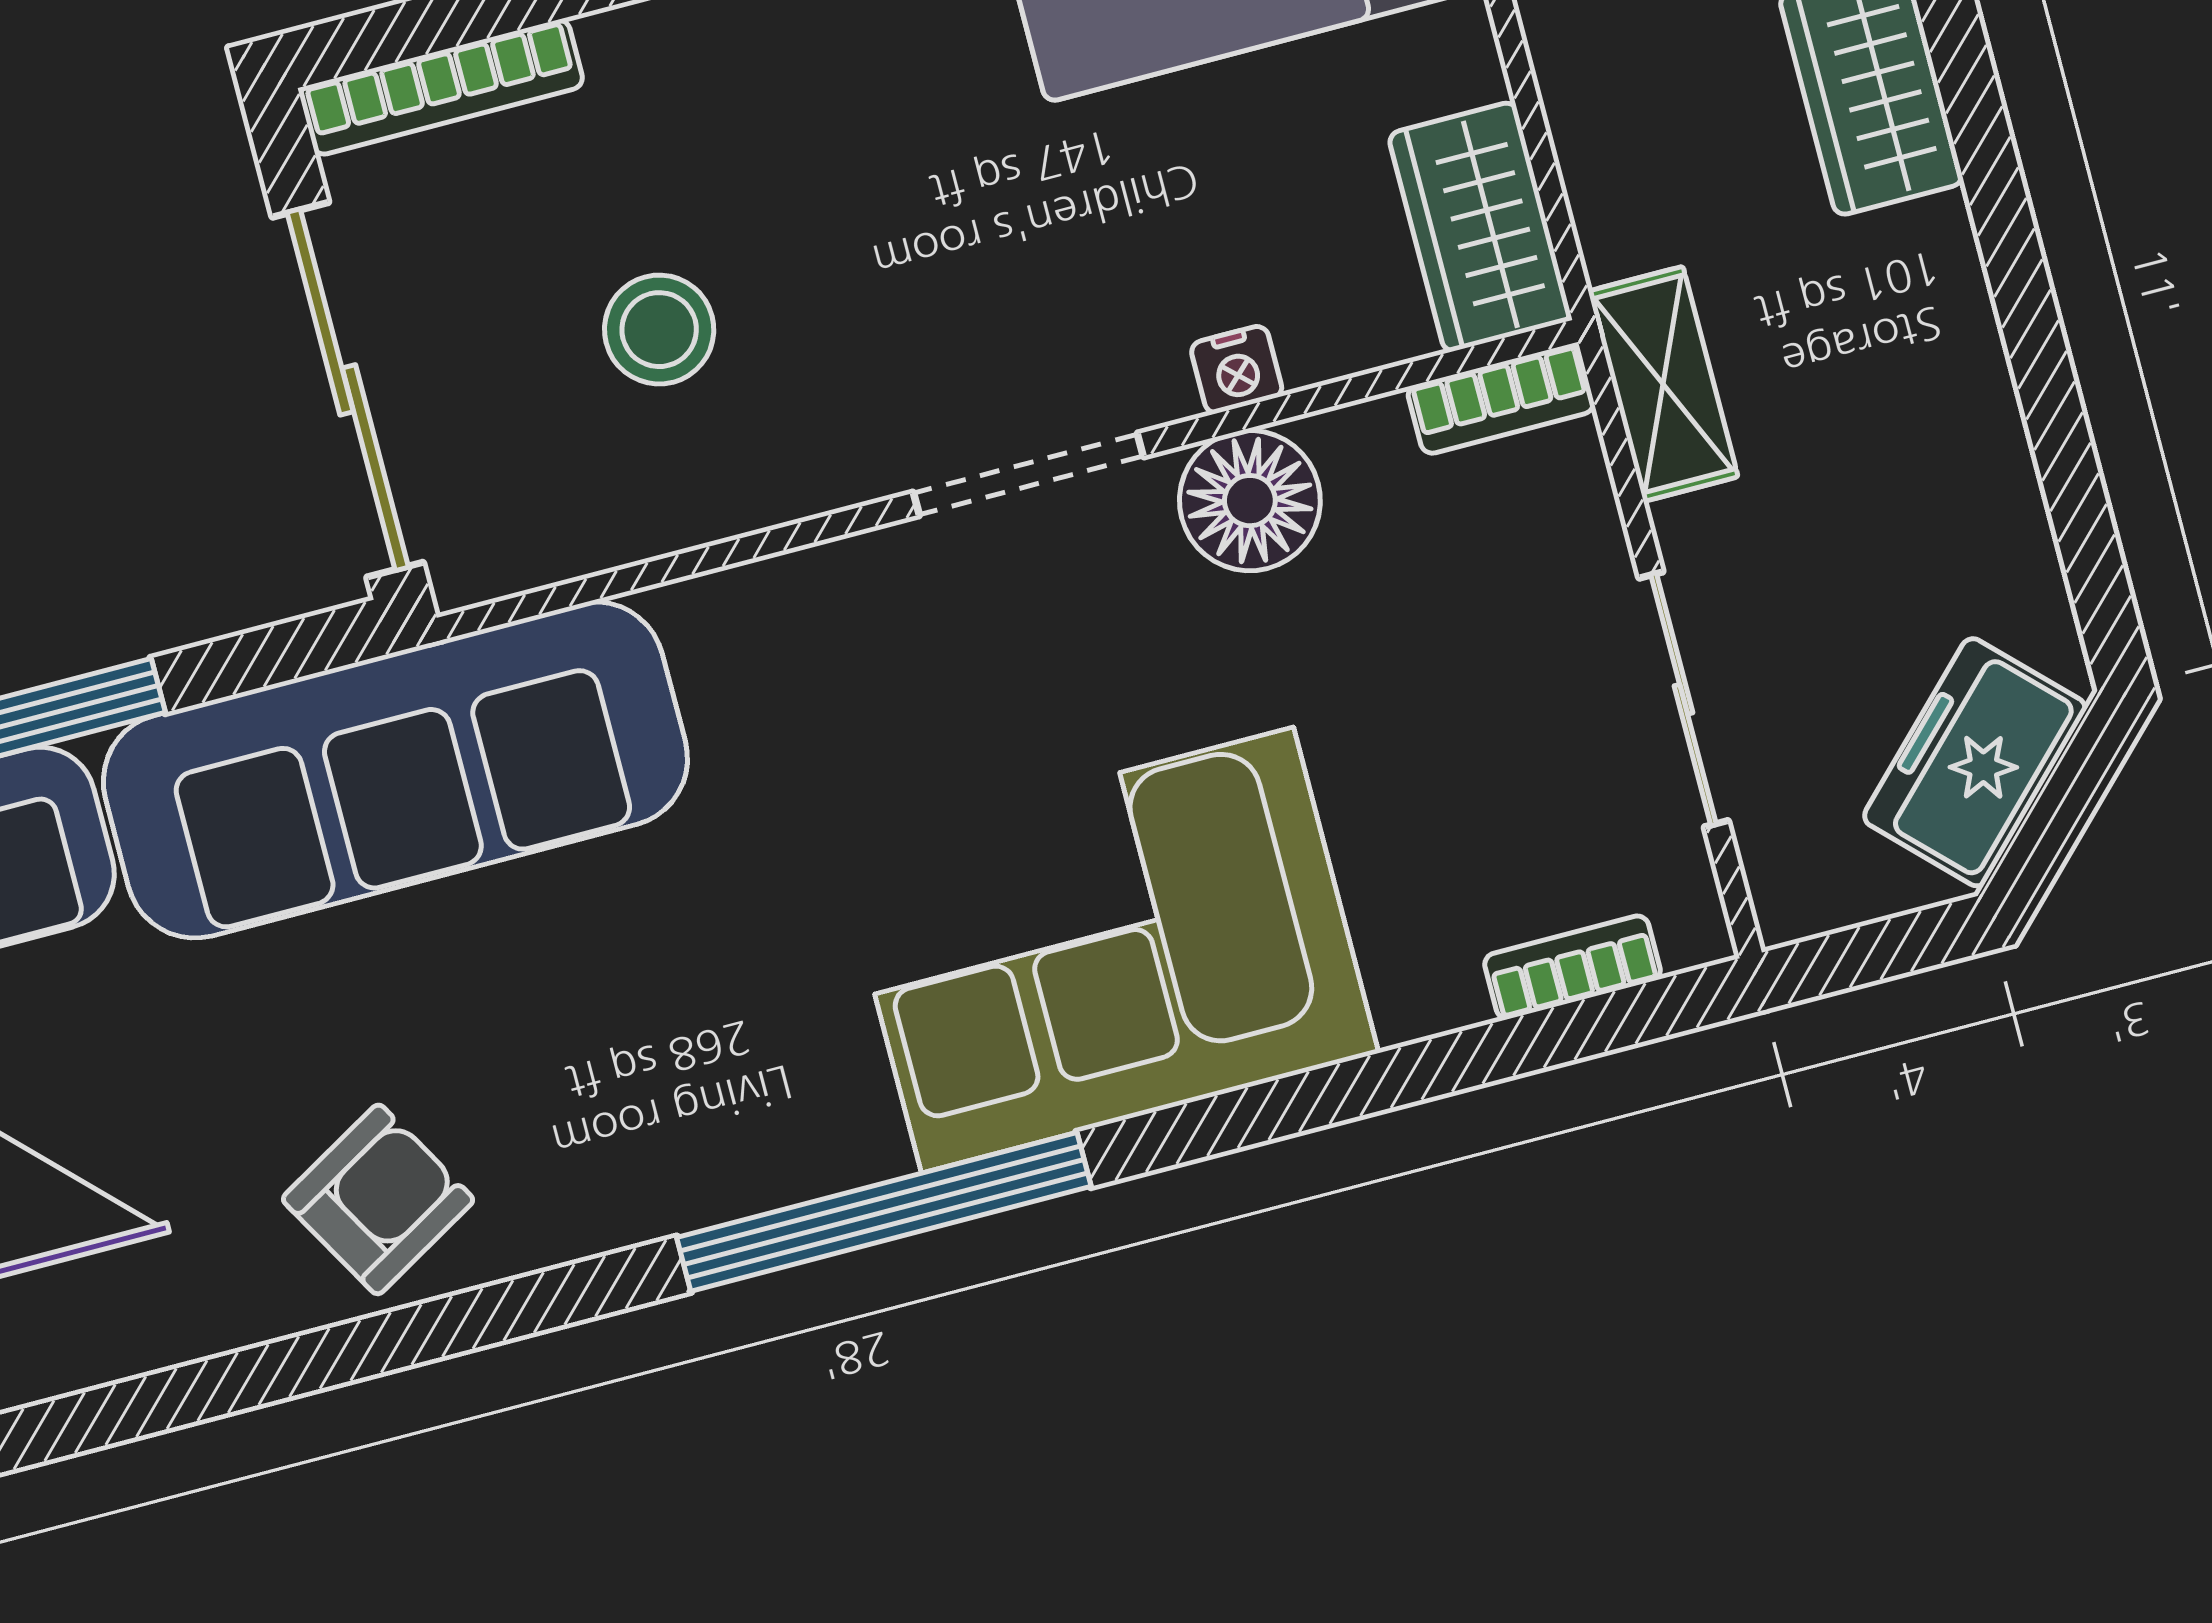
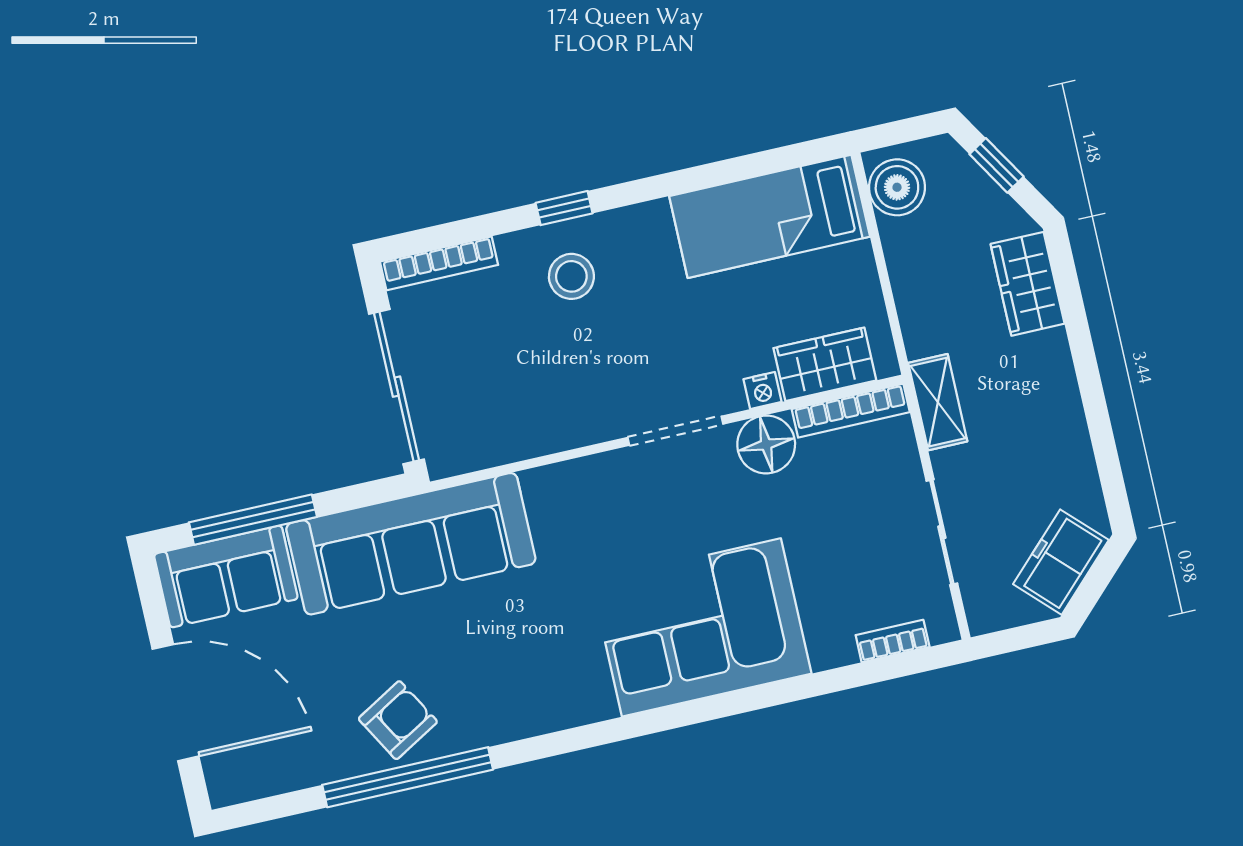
wardrobe: (1480, 227) -> (825, 364), moved, turned 90
stool: (659, 330) -> (571, 276), moved
bookcase: (1501, 399) -> (851, 411), width x1.56
window: (884, 1212) -> (408, 777), moved

